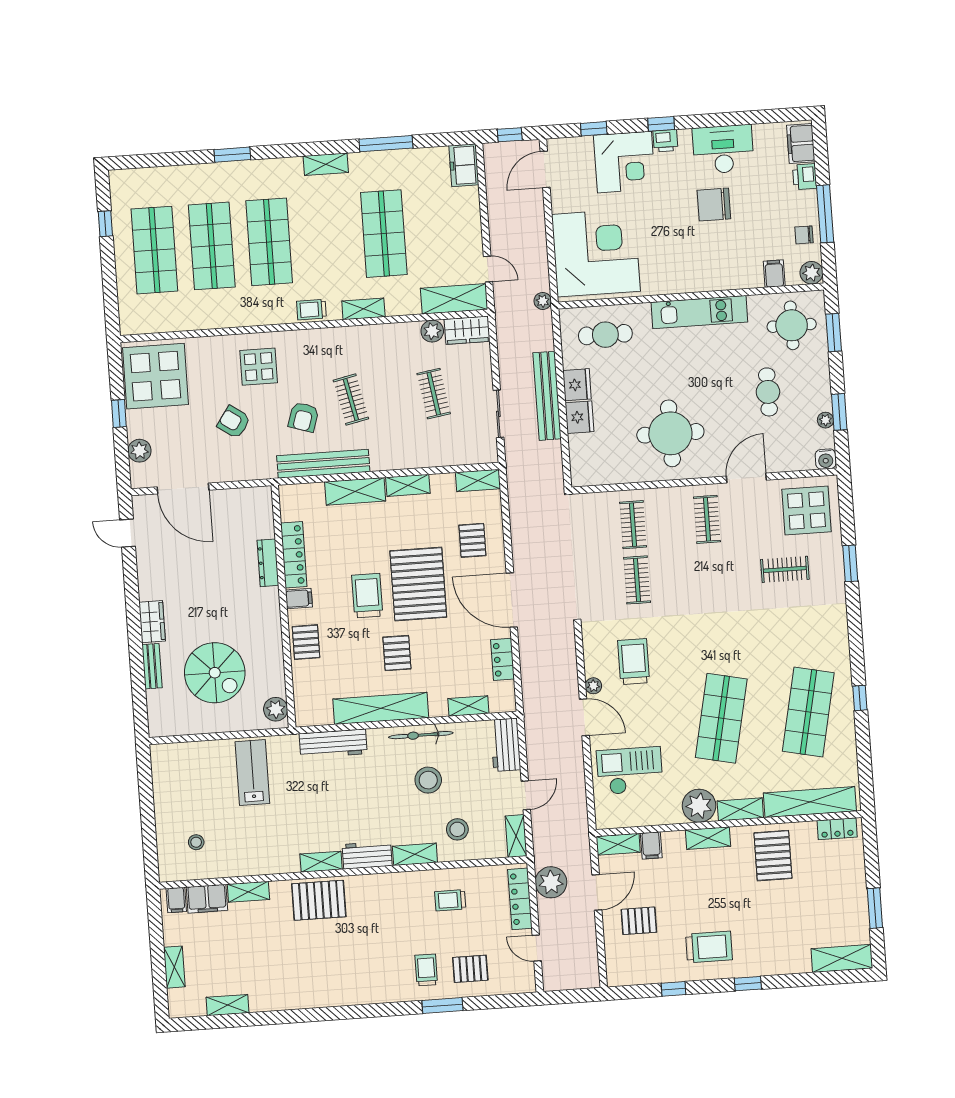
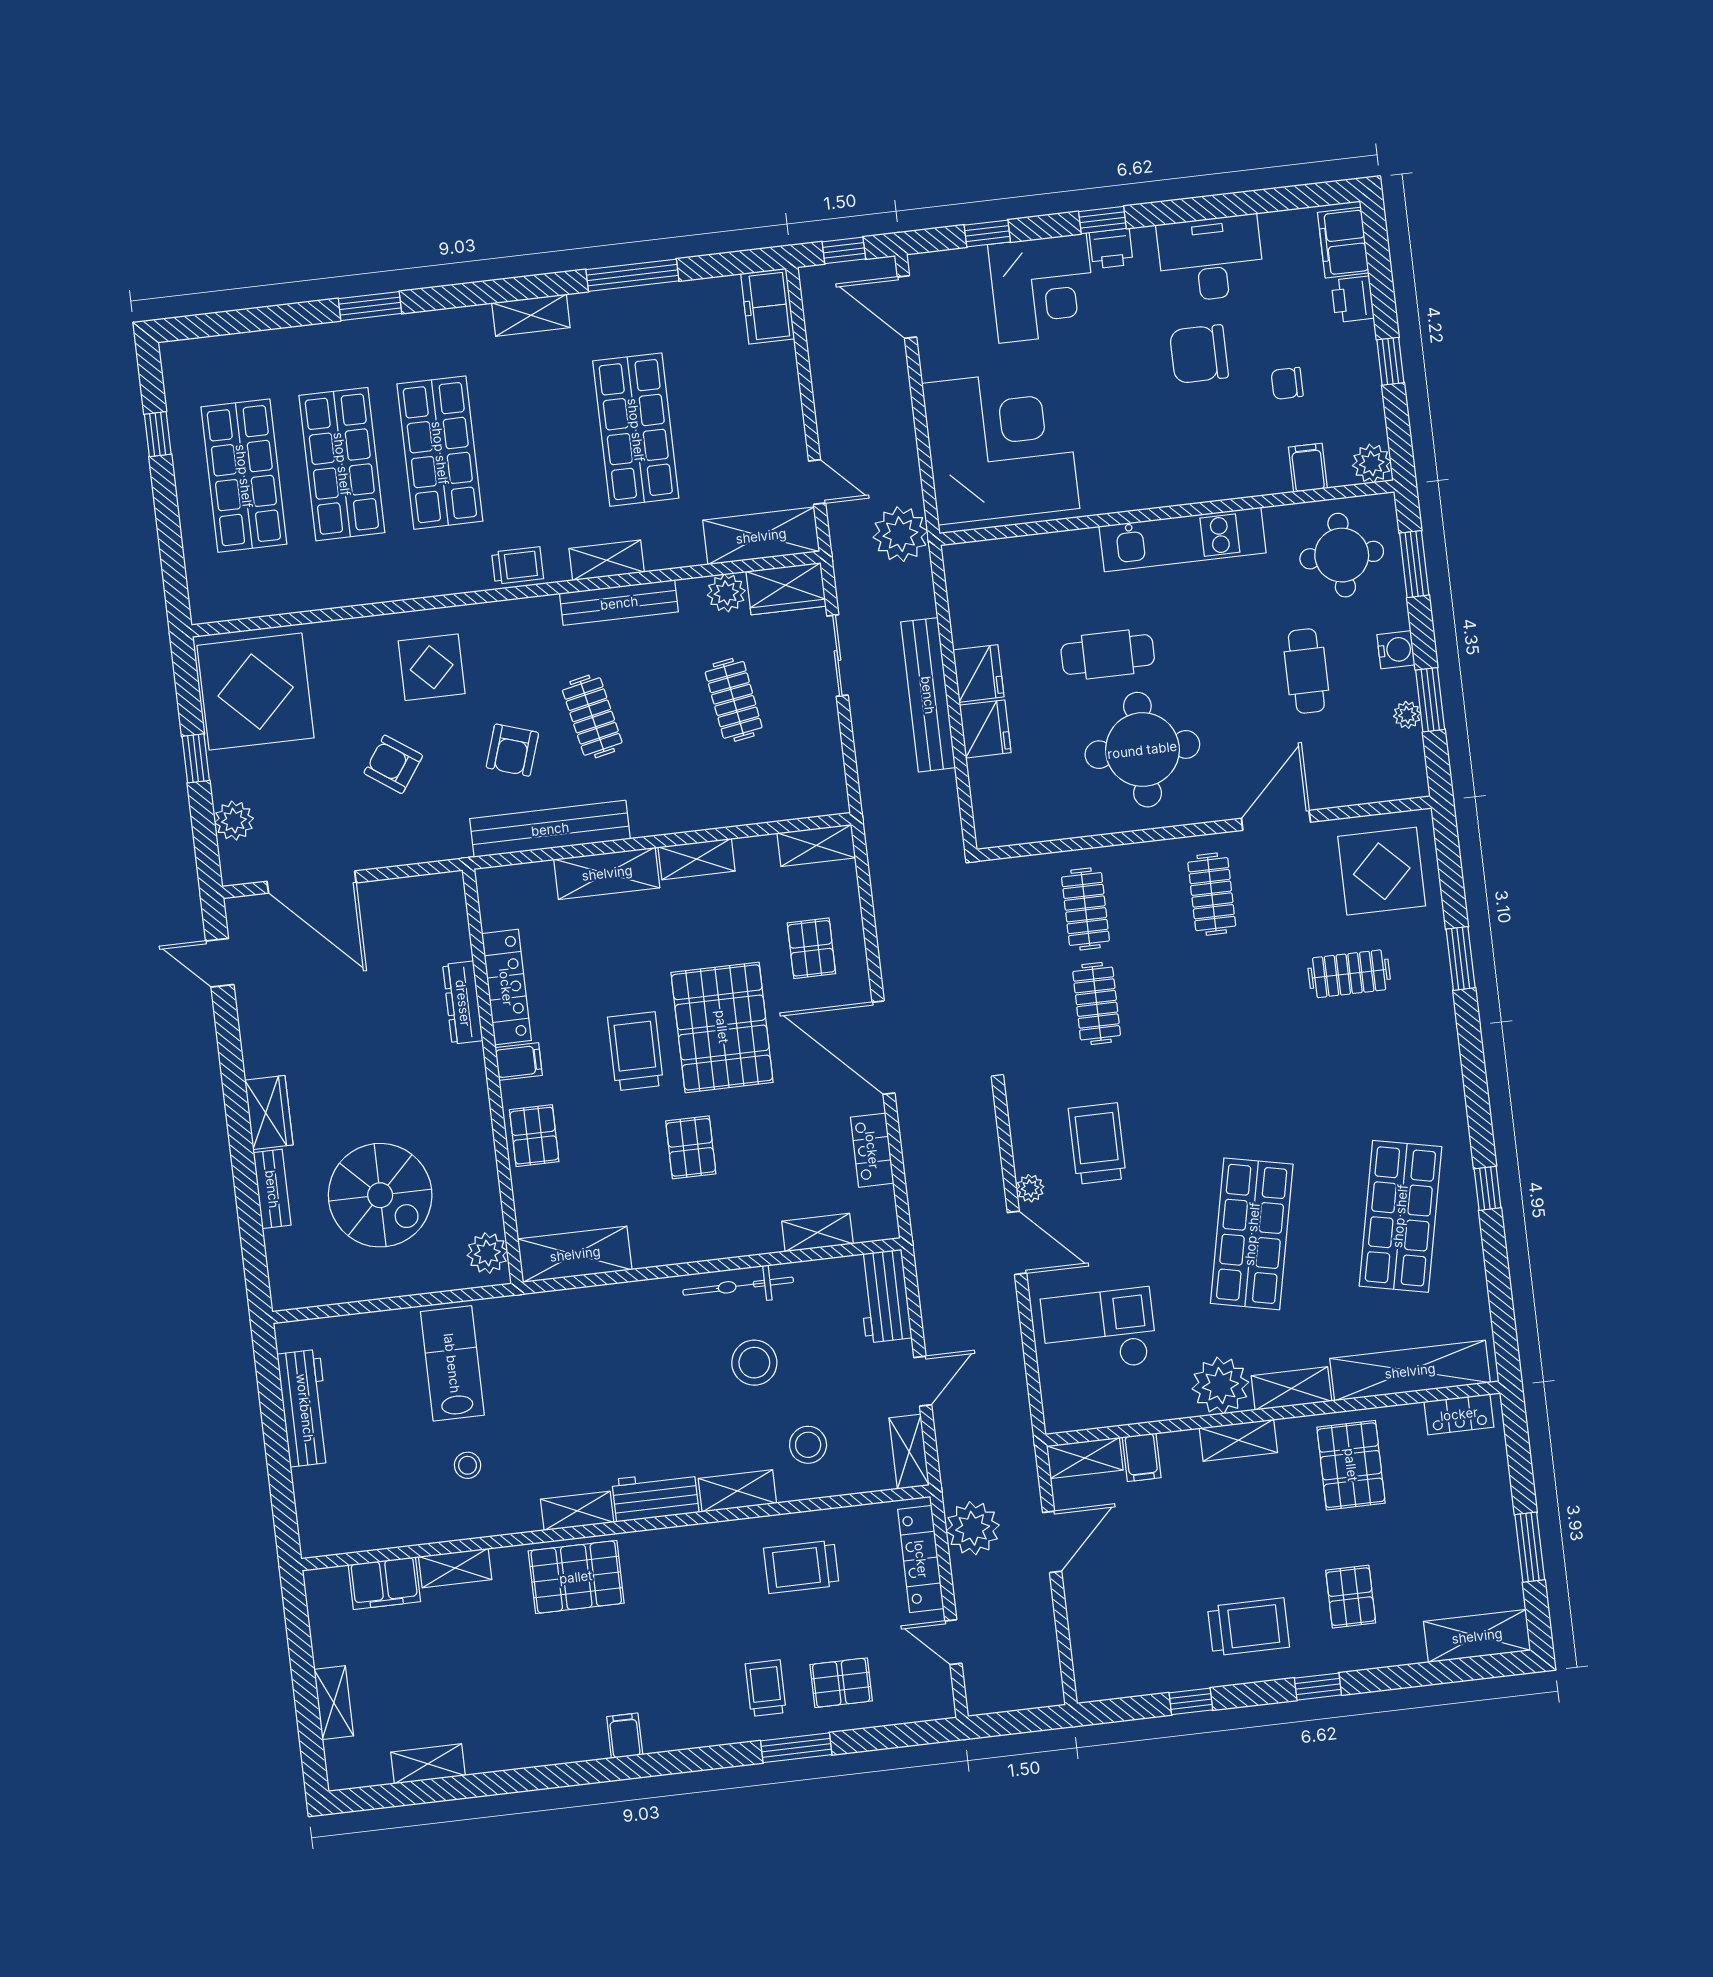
door: (545, 169) -> (907, 307), hinge flipped
window: (825, 214) -> (1390, 361), width x0.46
chair: (804, 235) -> (1287, 383), moved
plant: (543, 301) -> (900, 534), width x1.87, depth x1.87
trolley: (311, 310) -> (518, 565), turned 180
bench: (369, 334) -> (619, 603), added
cafe table: (605, 335) -> (1108, 655), moved
sliding door: (498, 414) -> (837, 656), moved
water cooler: (826, 459) -> (1396, 650), moved, turned -90
shelving: (381, 708) -> (575, 1254), moved, width x0.68
workbench: (333, 744) -> (305, 1408), moved, turned -90
stool: (196, 842) -> (468, 1465), moved
filing cabinet: (176, 900) -> (625, 1736), moved, turned 180
trolley: (450, 900) -> (801, 1567), width x1.36, depth x1.39
pallet: (639, 921) -> (1351, 1597), moved, turned 90

